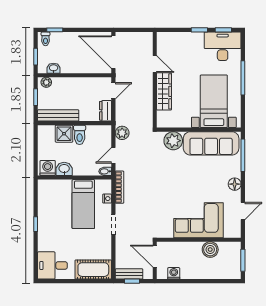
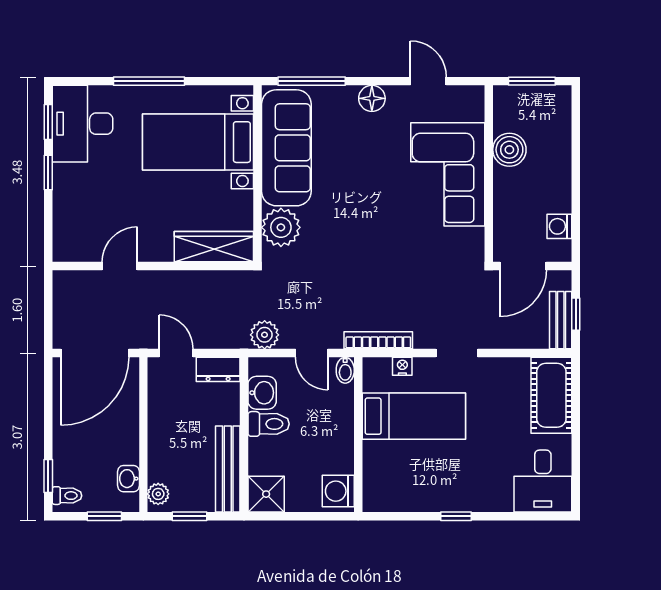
wardrobe: (164, 91) -> (214, 247), moved
shower: (64, 134) -> (266, 494), moved
washbasin: (64, 169) -> (262, 393), moved, turned 180

